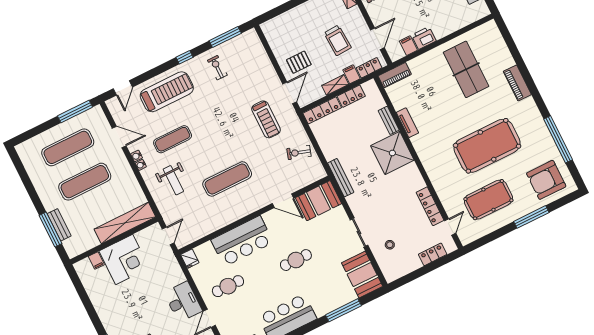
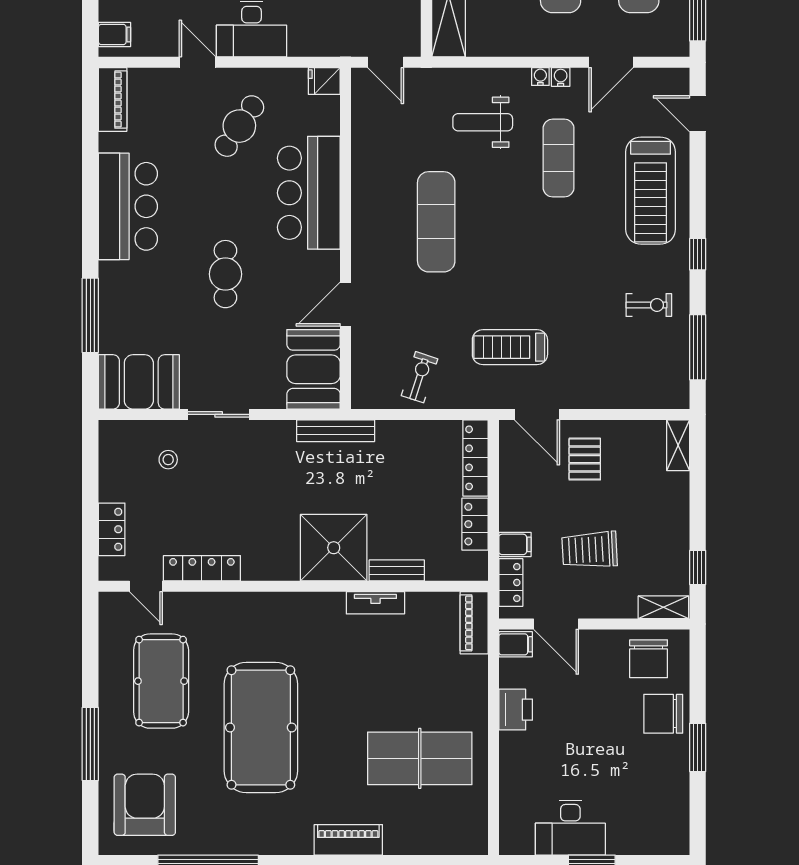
filing cabinet: (408, 46) -> (516, 644), moved
shelving: (335, 85) -> (678, 445), moved
cafe table: (228, 286) -> (239, 126), turned 34

